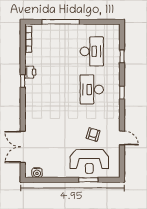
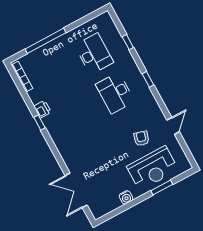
door: (122, 138) -> (173, 126), hinge flipped
water cooler: (37, 173) -> (126, 197), moved

